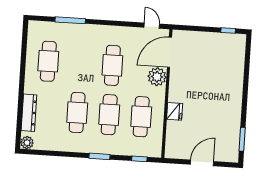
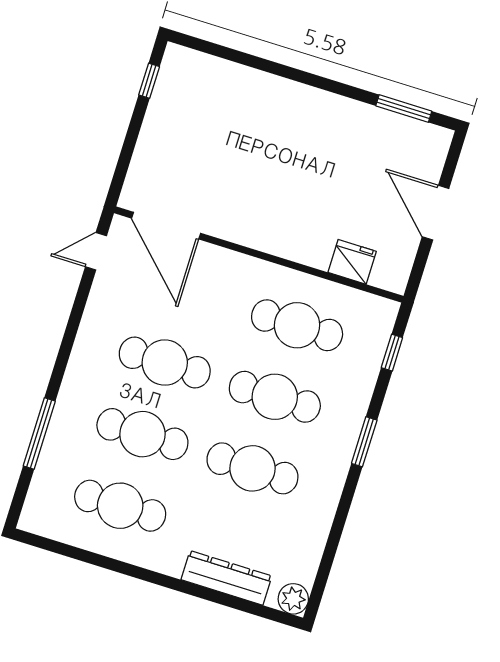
cafe table: (80, 63) -> (142, 434), added
plant: (157, 77) -> (215, 267), removed
fridge: (175, 111) -> (352, 262), moved

